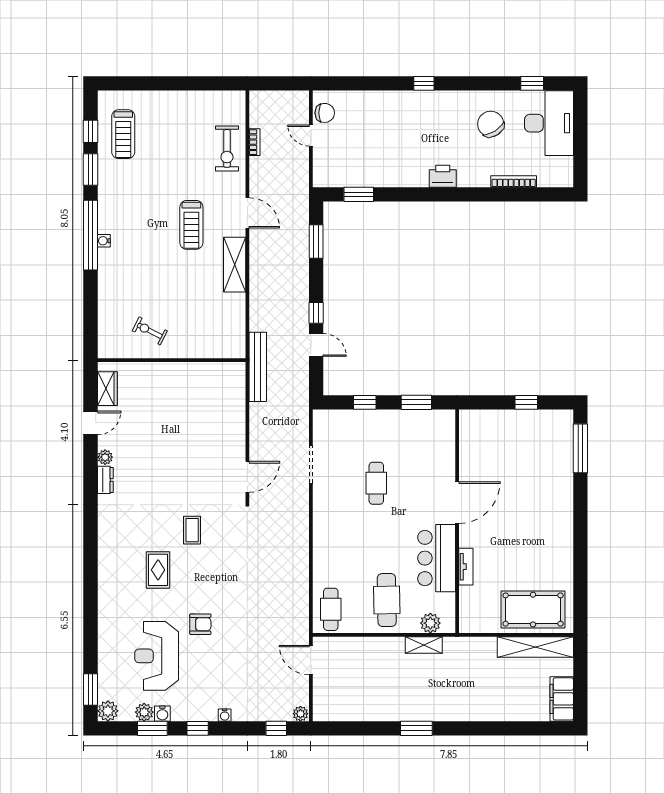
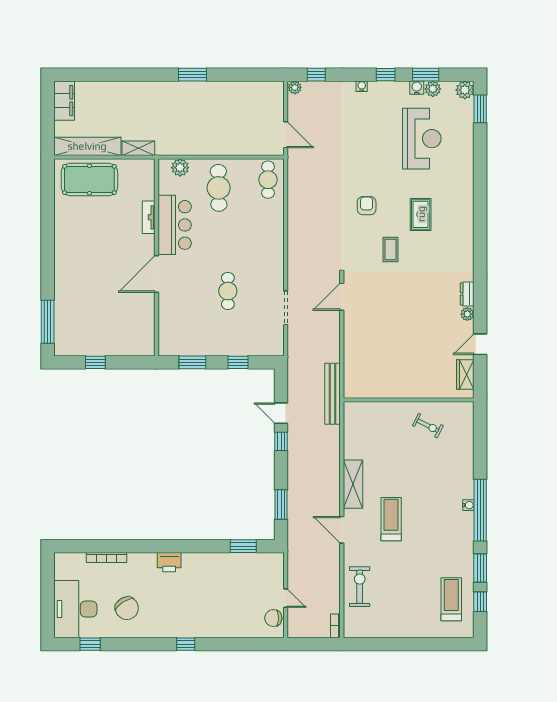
bookcase: (255, 142) -> (335, 626), moved
armchair: (200, 624) -> (367, 206), moved, turned 90
shelving: (424, 645) -> (138, 148), moved

